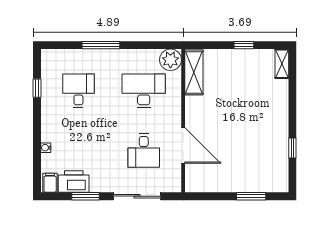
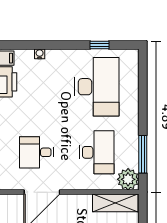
window: (101, 45) -> (143, 154), moved
desk: (78, 91) -> (97, 87), width x1.87, depth x1.30

